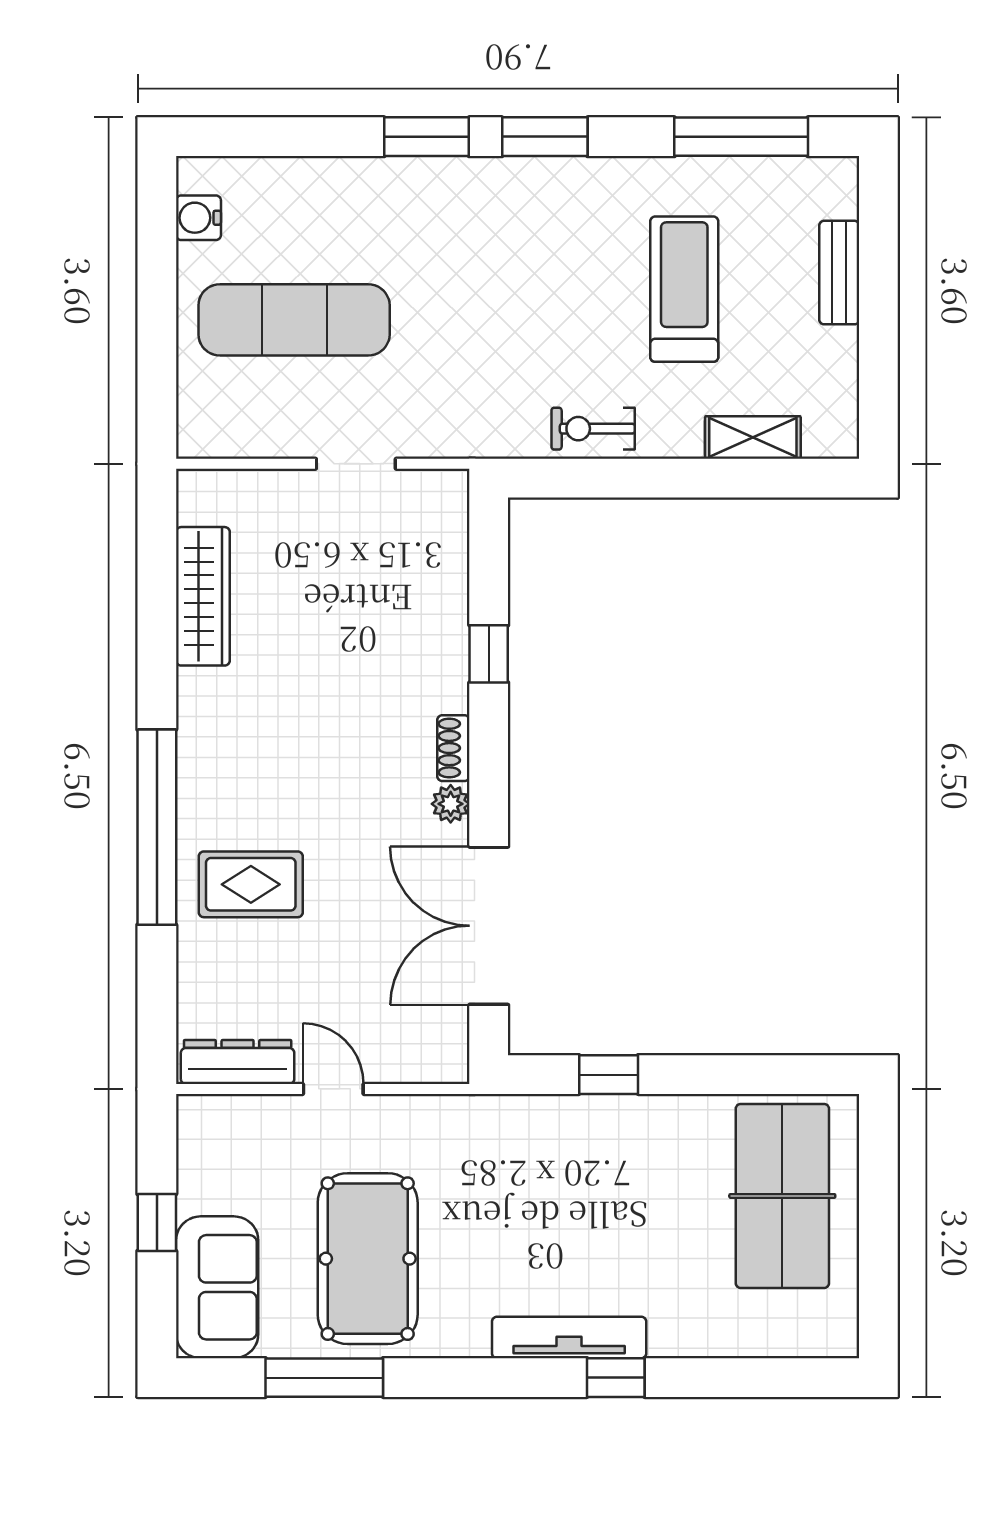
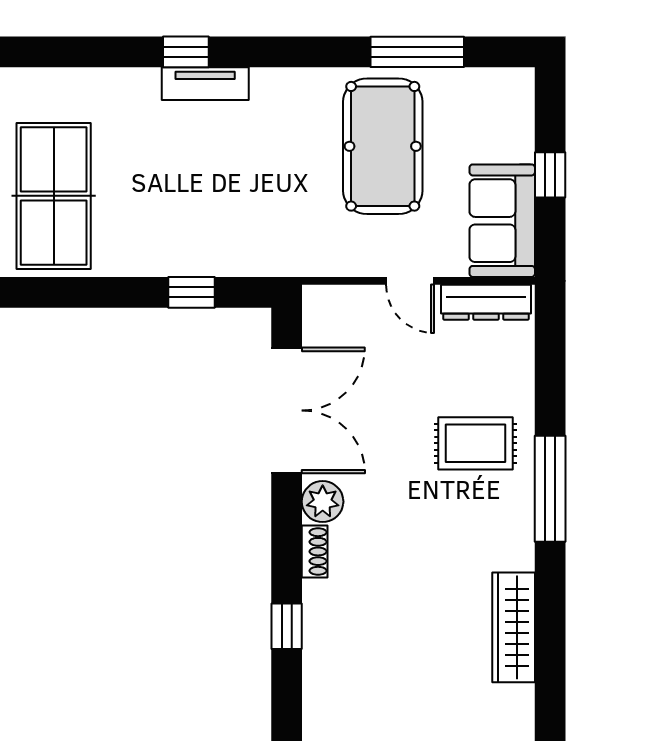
wardrobe: (203, 596) -> (514, 627), moved
plant: (451, 804) -> (323, 502), width x1.38, depth x1.38
window: (157, 827) -> (550, 489), width x0.68
sofa: (217, 1287) -> (502, 221), moved
tv unit: (569, 1337) -> (205, 84), width x0.71

